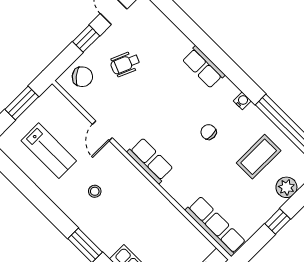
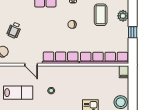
row of seats: (150, 161) -> (61, 58), width x1.48
row of seats: (215, 226) -> (104, 58), width x1.36

